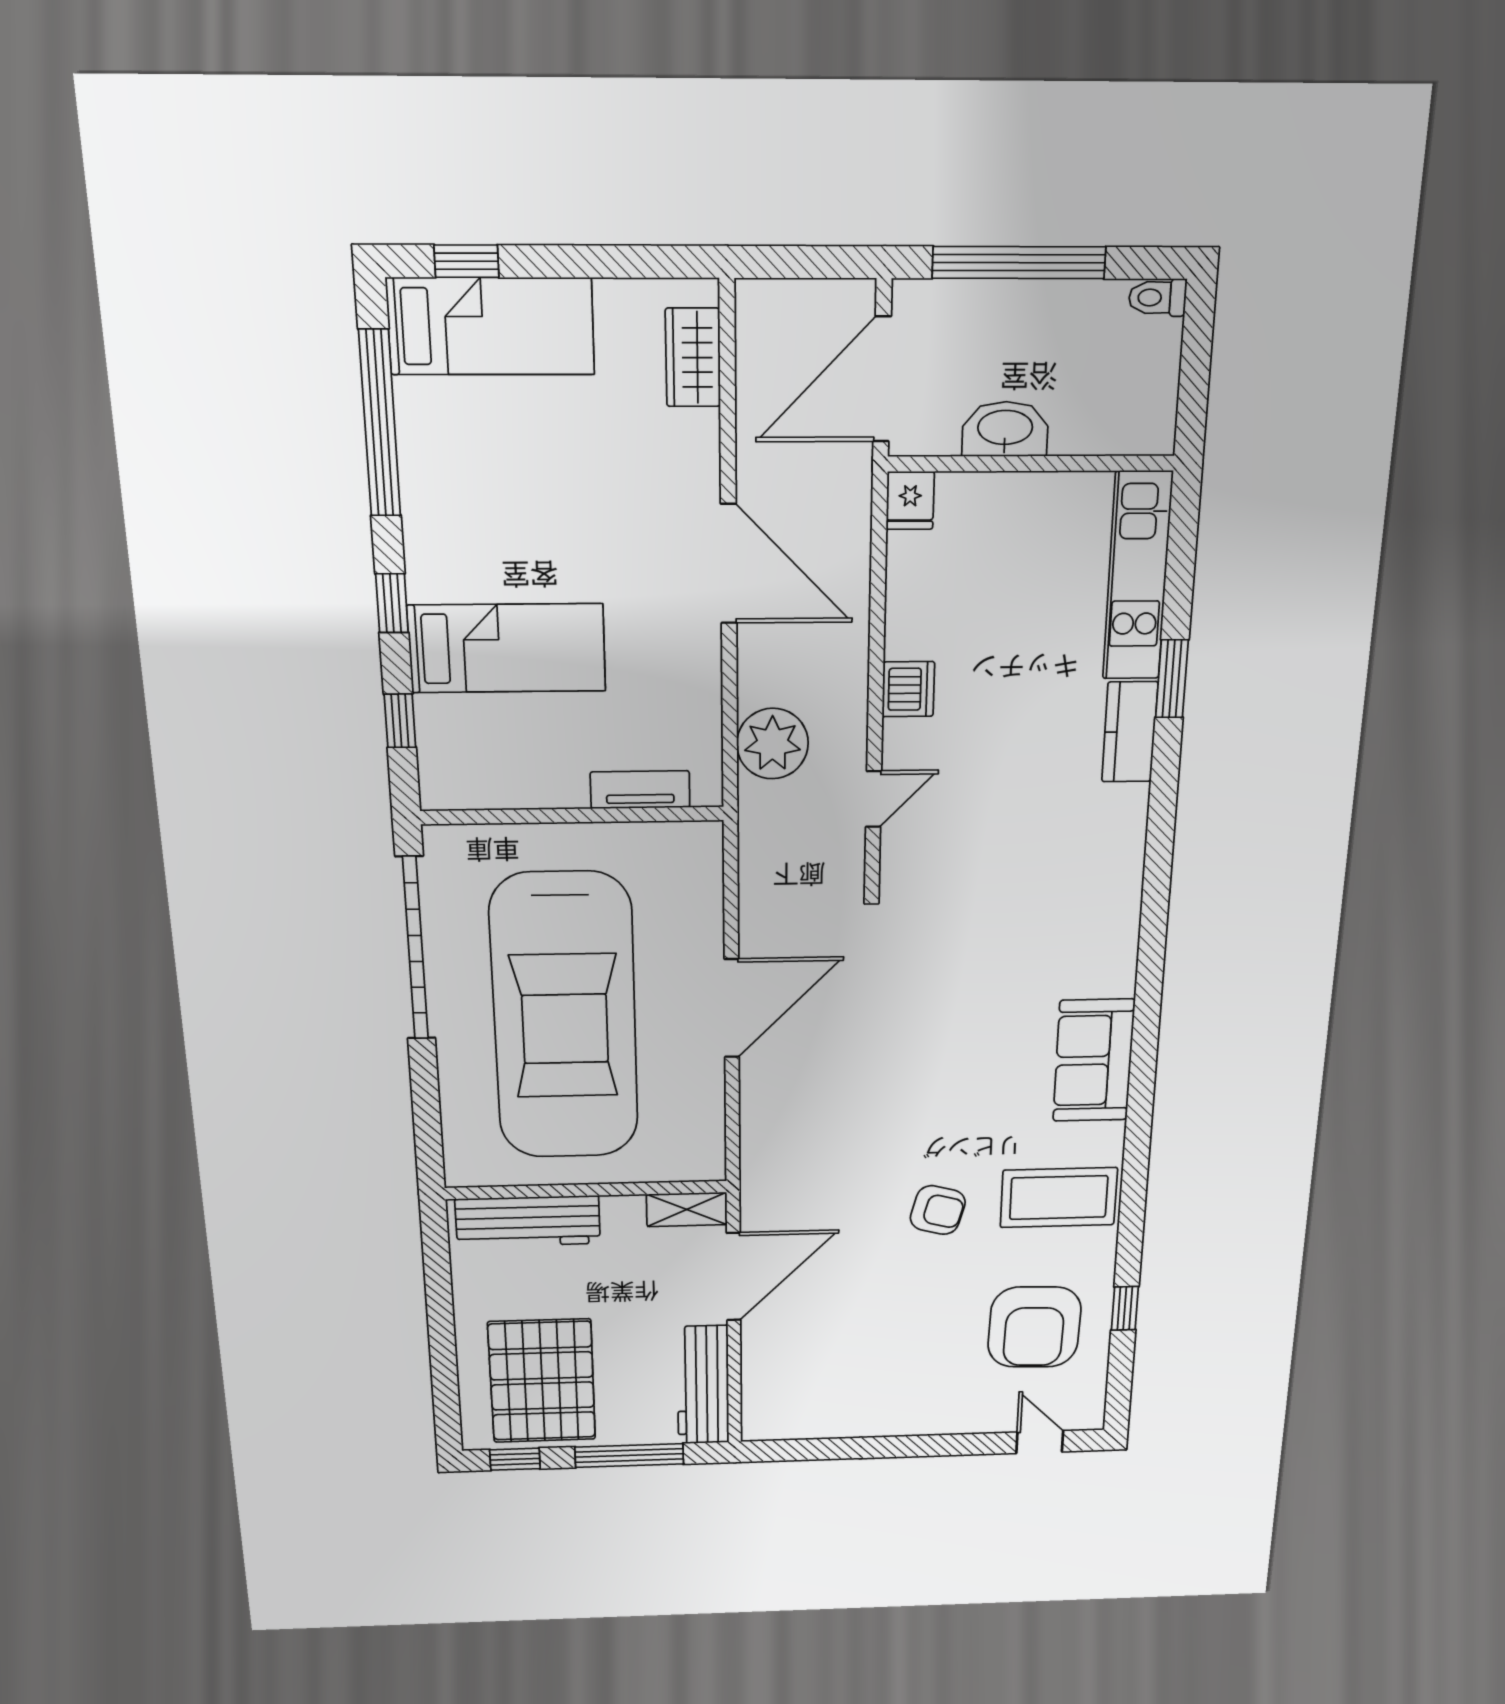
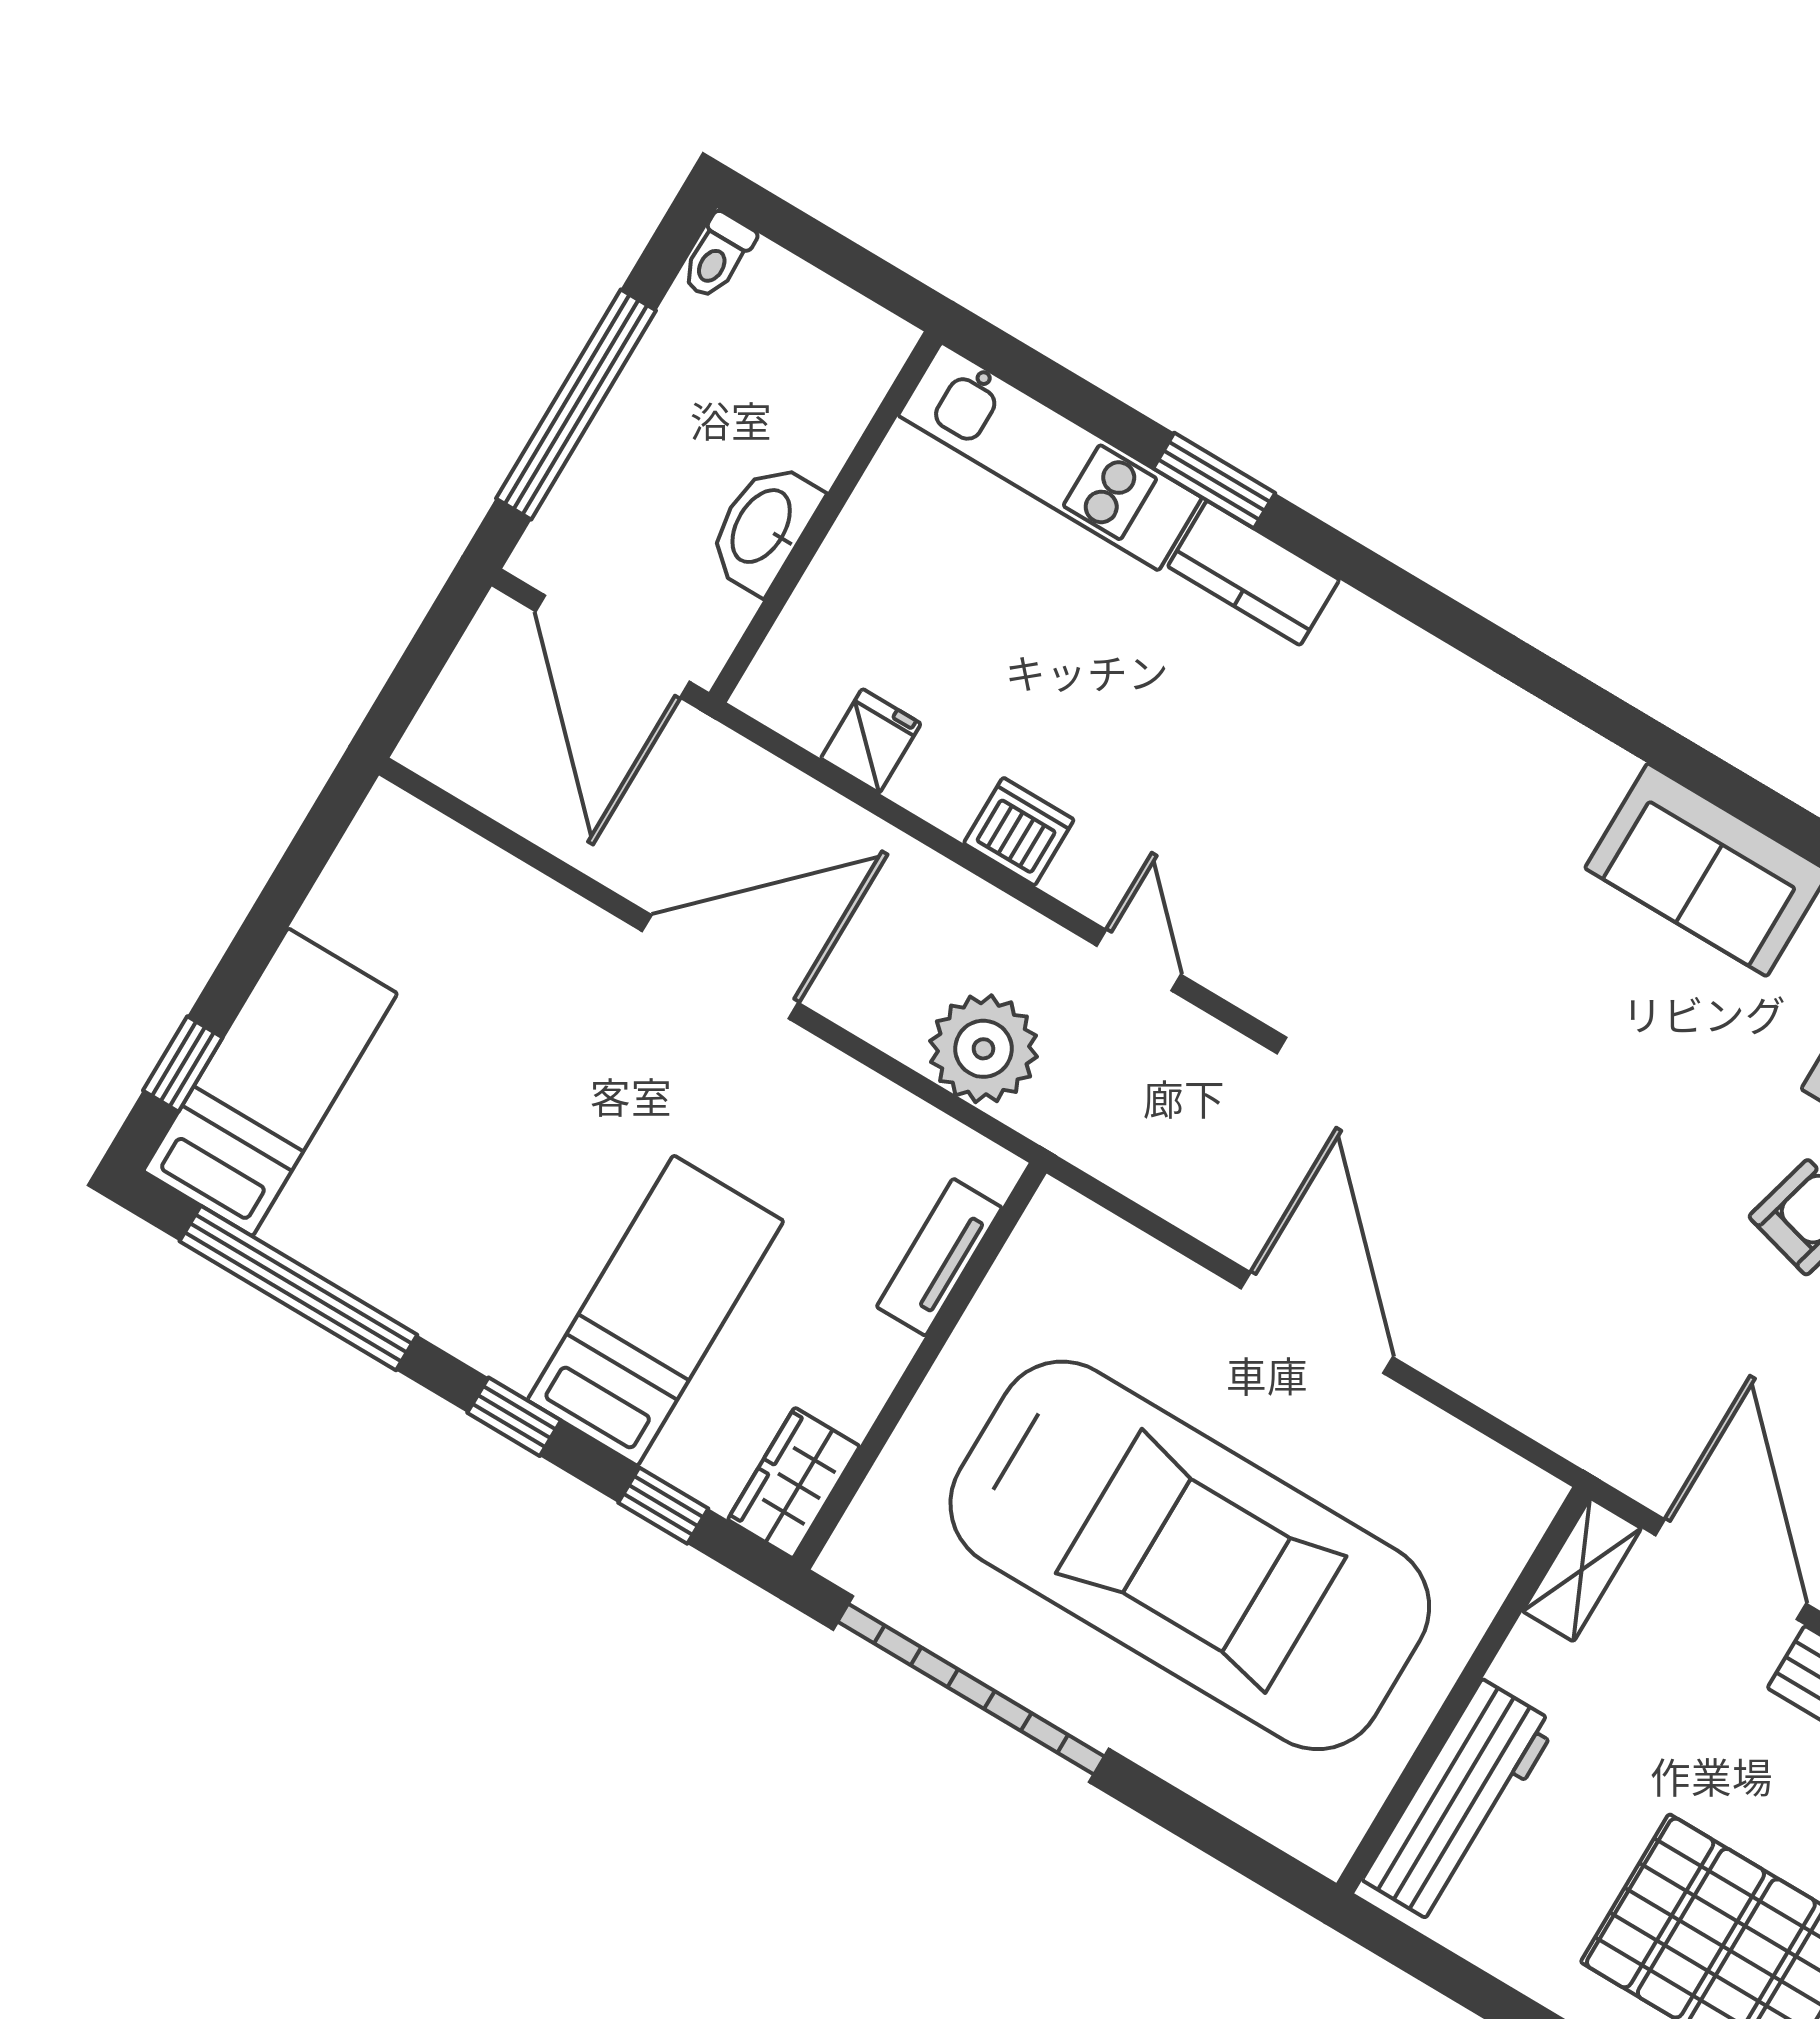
wardrobe: (693, 358) -> (794, 1483), moved, turned 90
fridge: (910, 500) -> (871, 741), moved, turned -90

